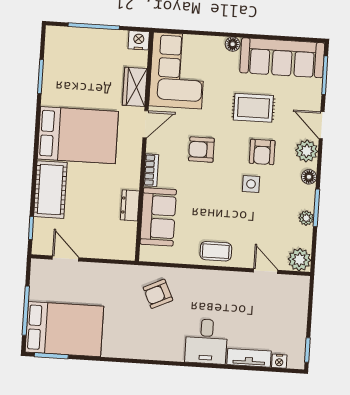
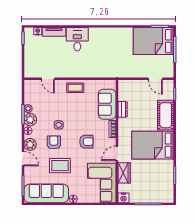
plant: (300, 260) -> (30, 120), moved
armchair: (158, 294) -> (105, 63), removed

